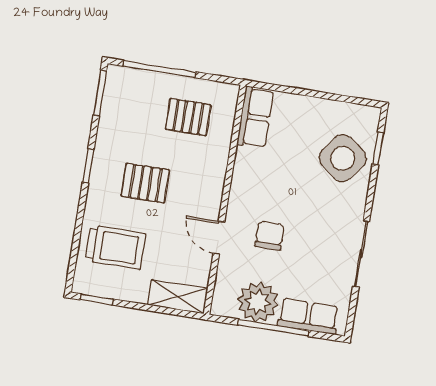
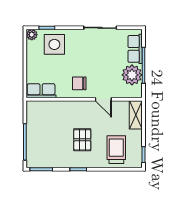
pallet: (188, 117) -> (46, 124), removed
plant: (369, 117) -> (32, 35), added
side table: (343, 158) -> (54, 44), turned -38
chair: (270, 236) -> (79, 83), moved
door: (219, 238) -> (103, 99), hinge flipped

